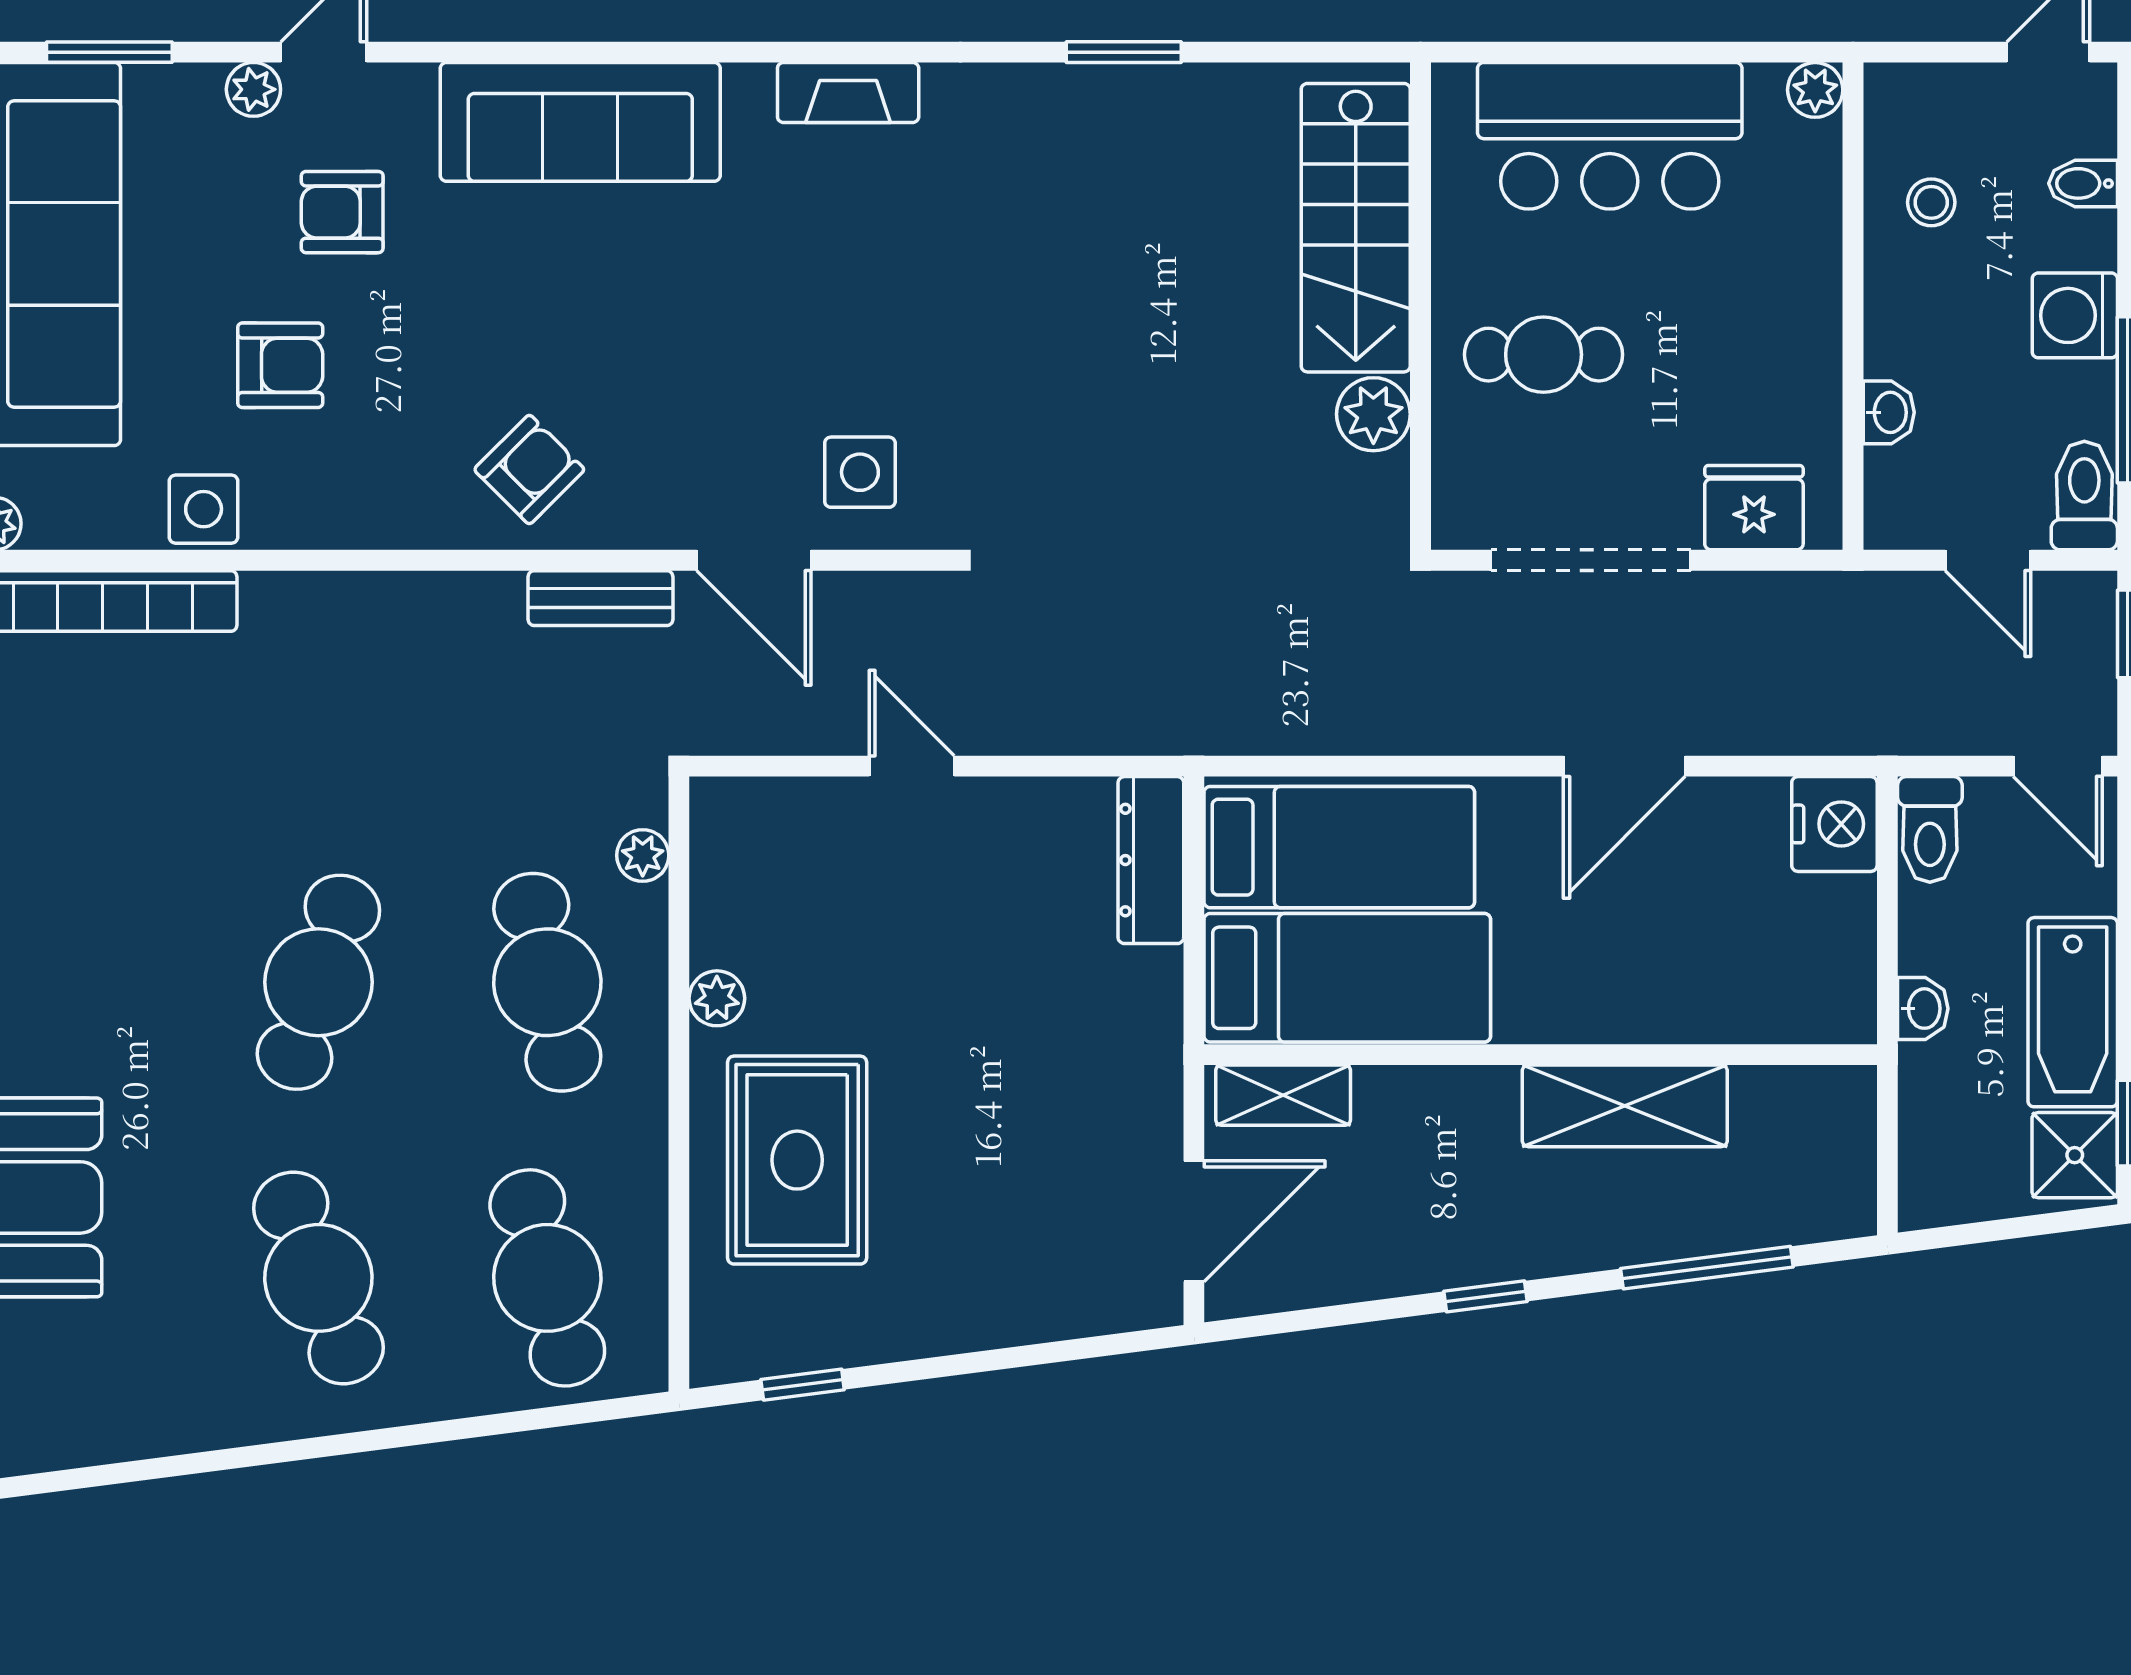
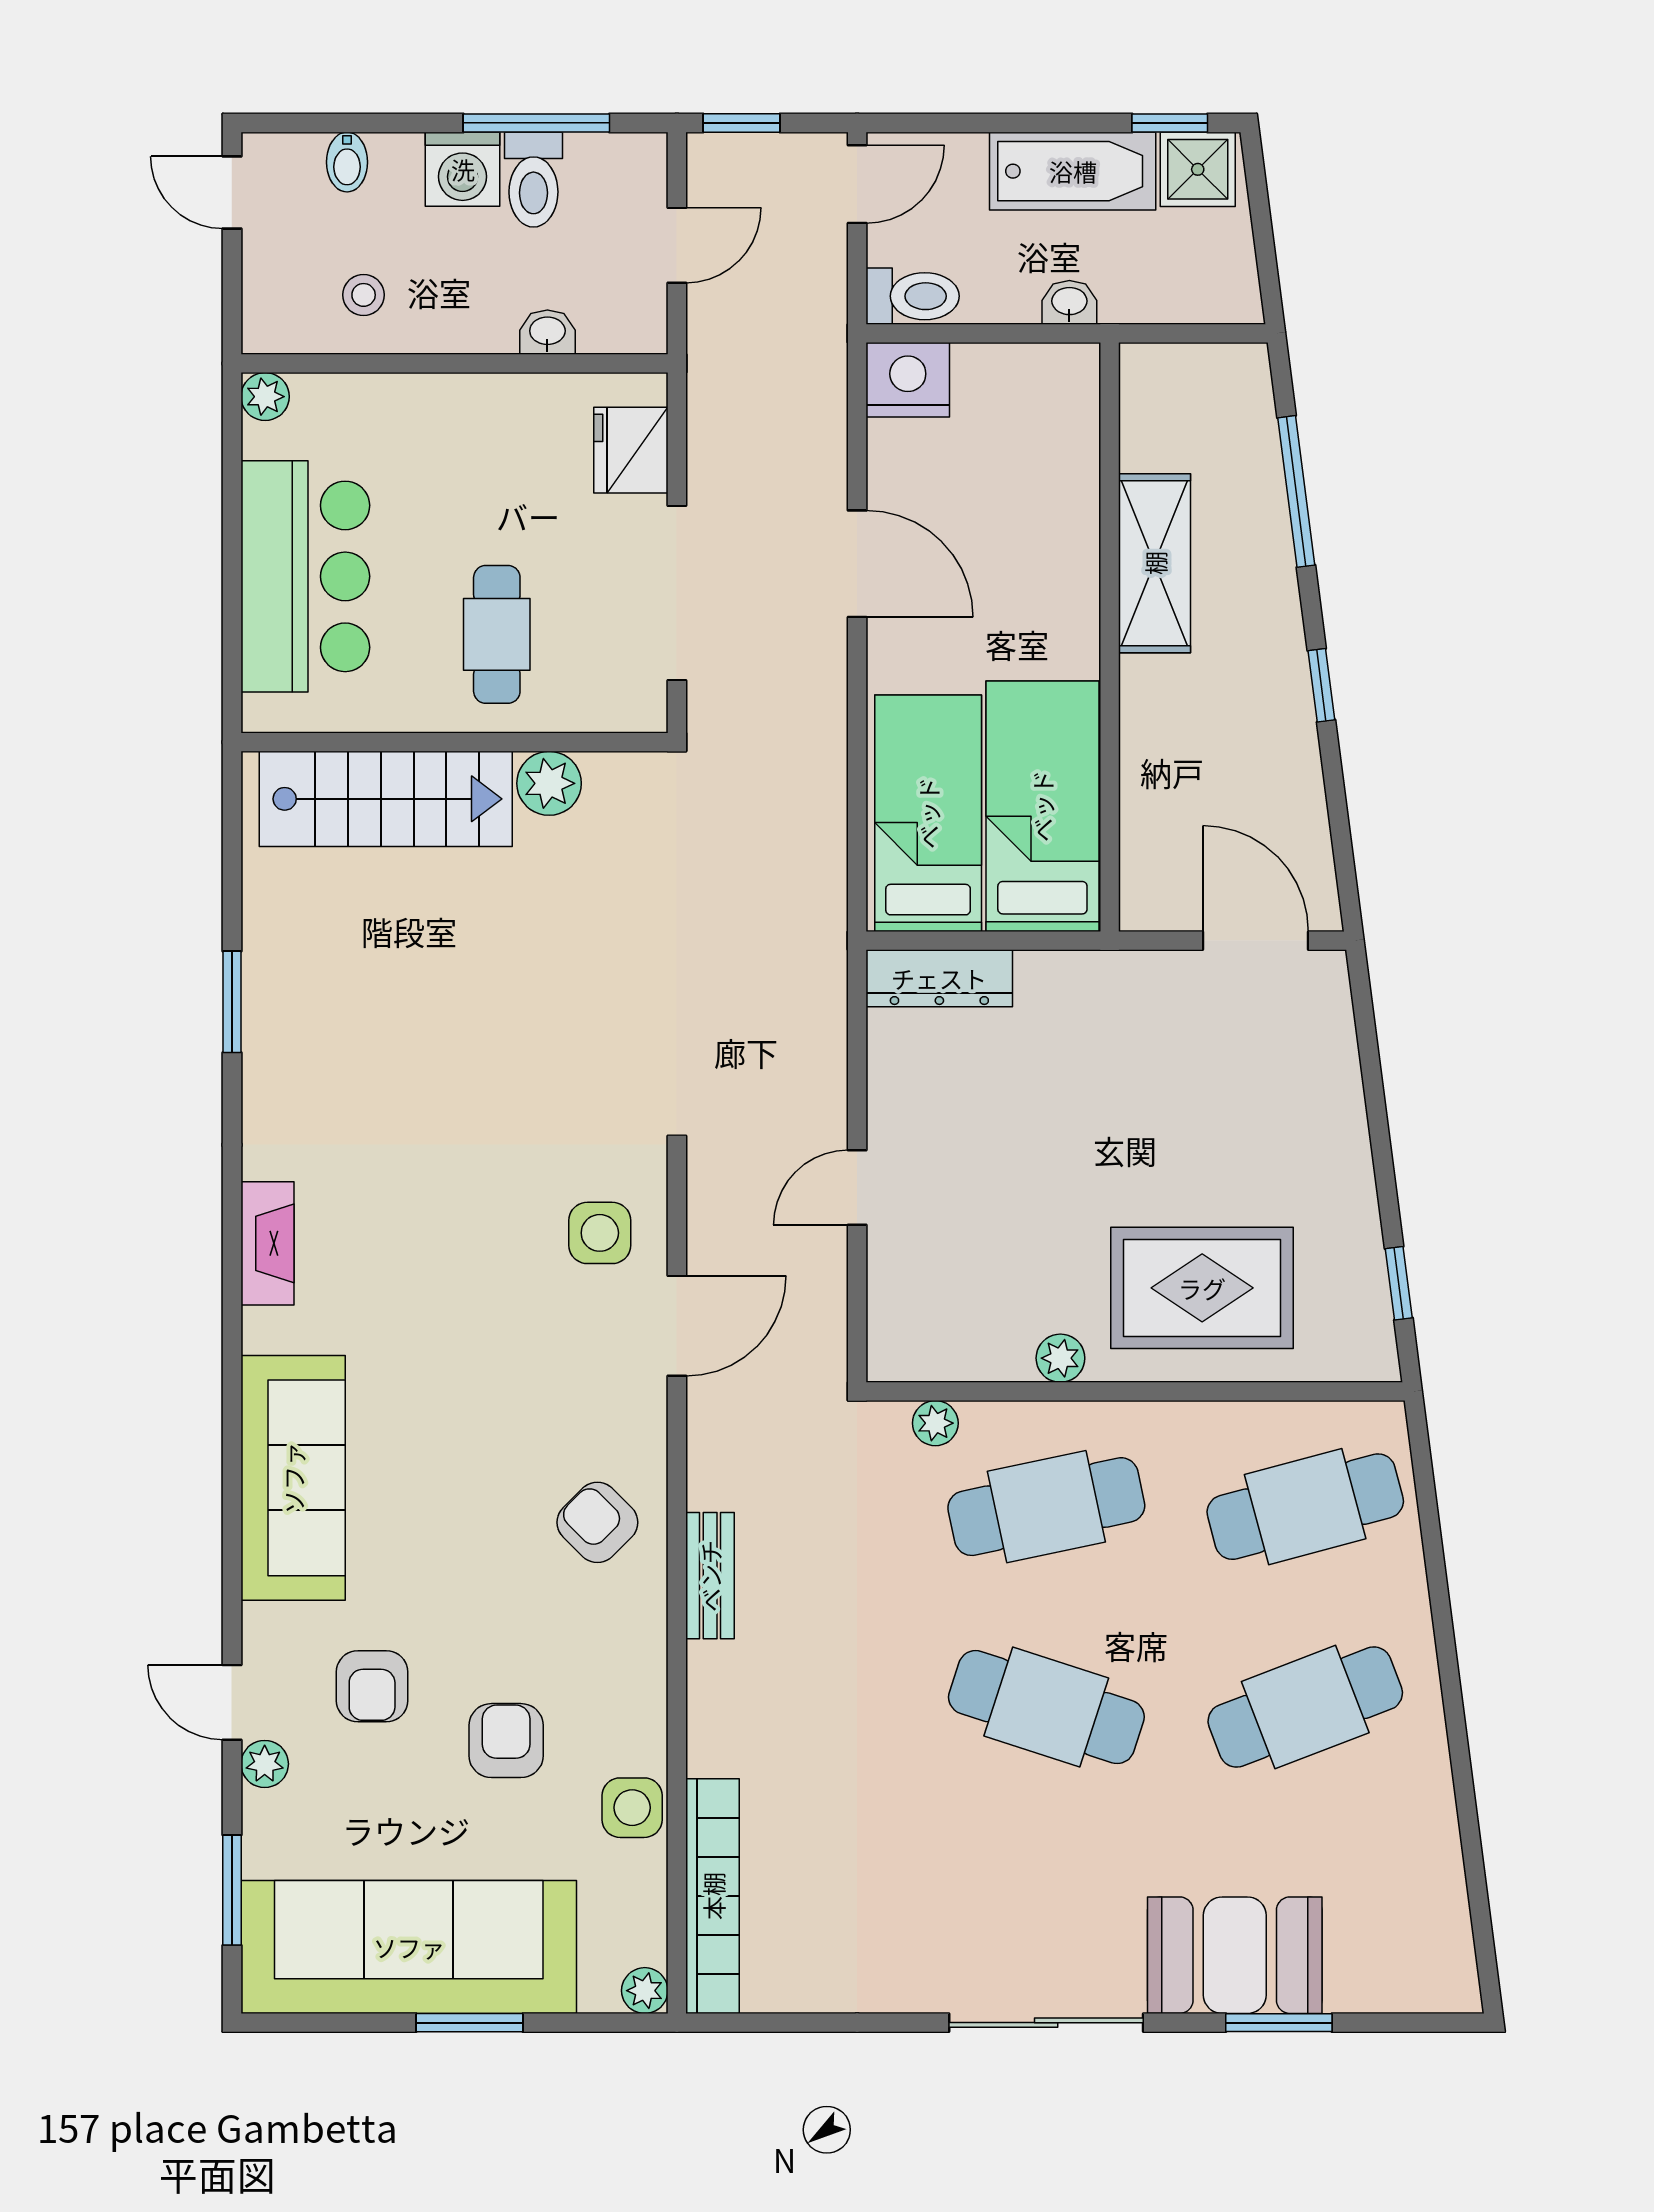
toilet: (2084, 496) -> (533, 180), moved, turned -90
bench: (600, 598) -> (710, 1576), moved
shelving: (1283, 1095) -> (1145, 862), removed

